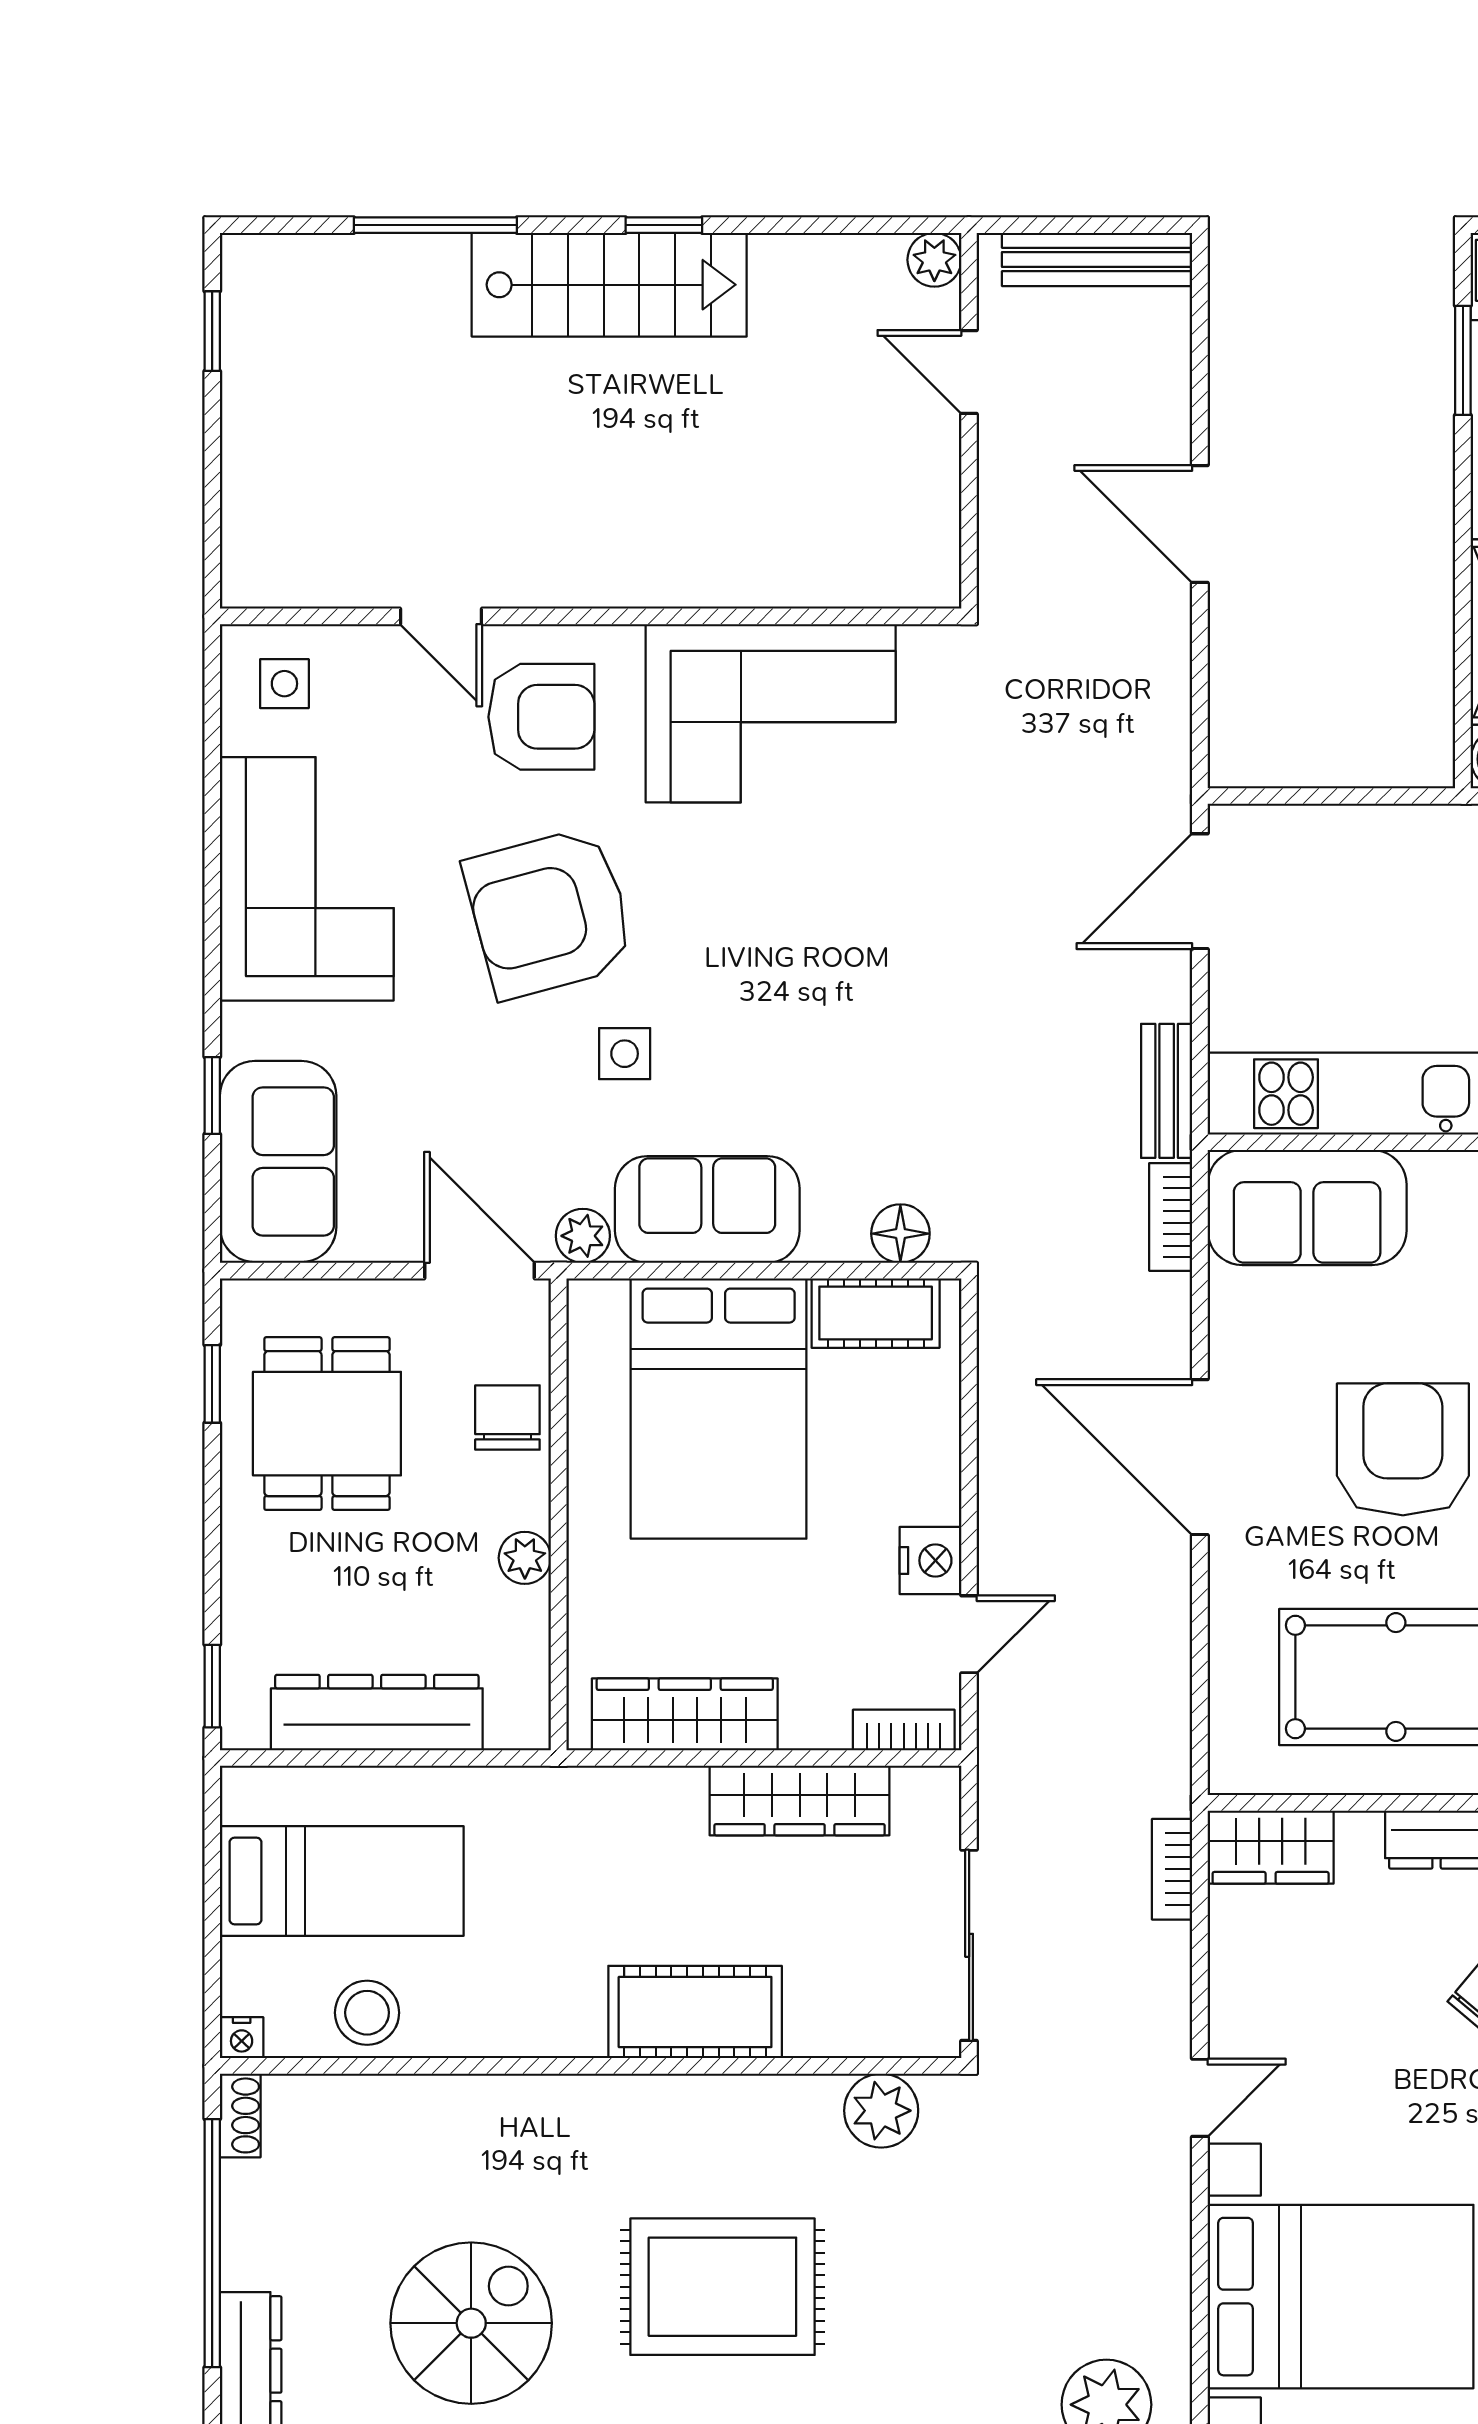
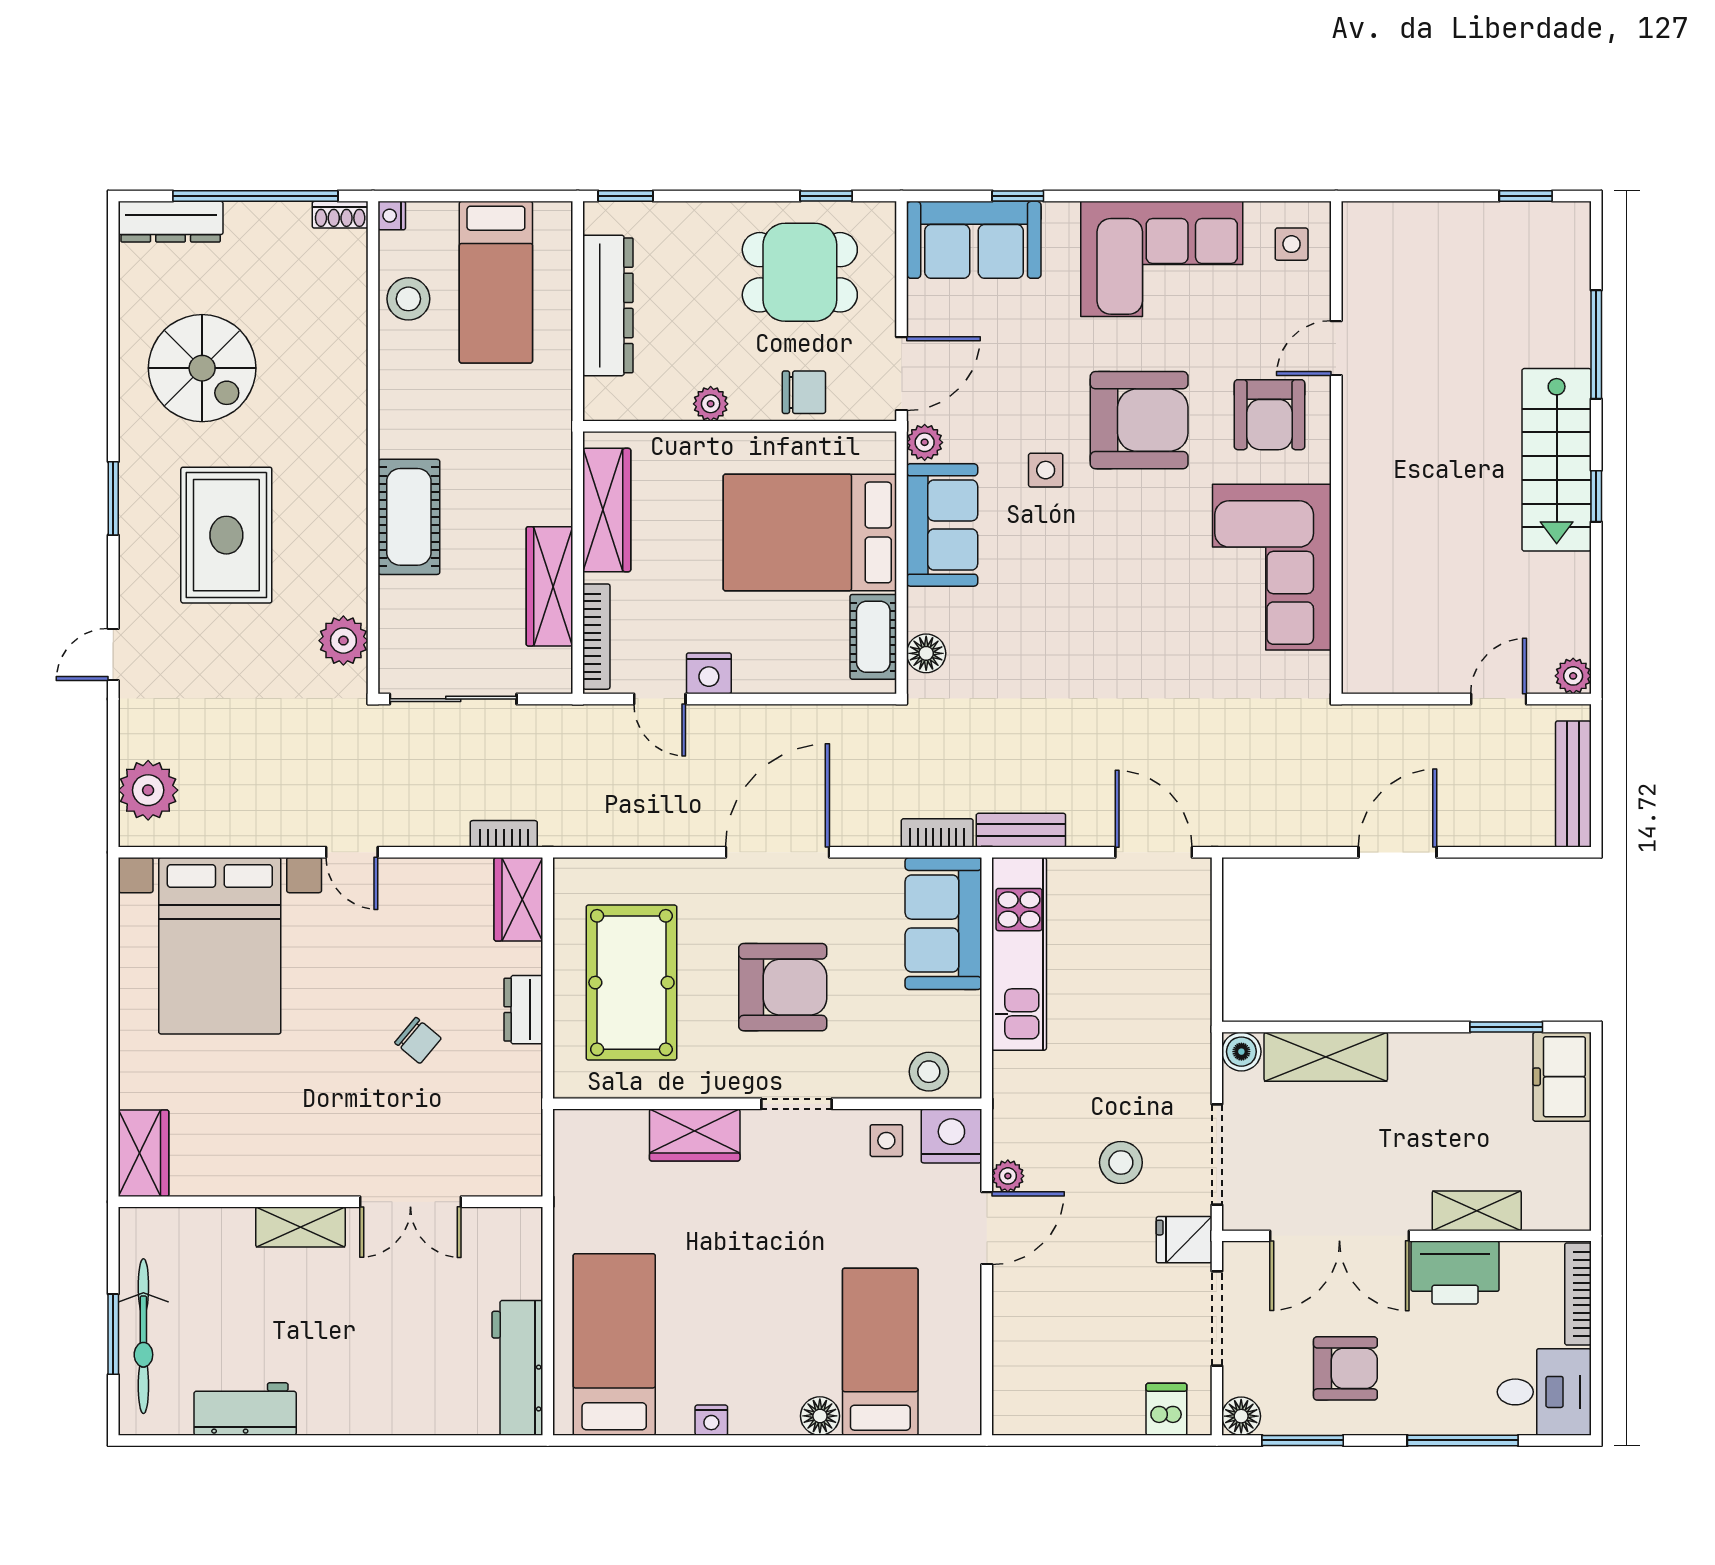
armchair: (550, 913) -> (1139, 420), turned 105
bookcase: (904, 1730) -> (596, 637), width x1.56

